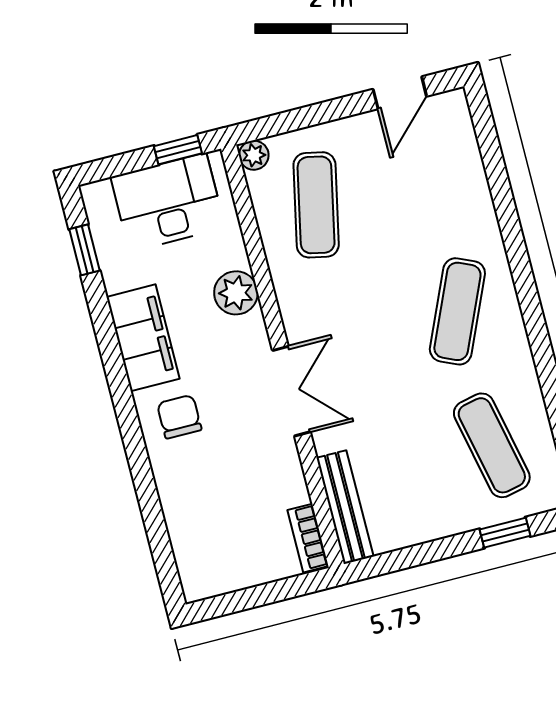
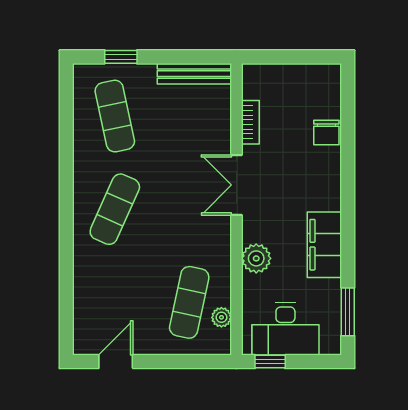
plant: (254, 155) -> (221, 317), moved
window: (84, 250) -> (348, 312), width x1.50
chair: (179, 417) -> (326, 133), moved
bench: (345, 507) -> (194, 74), moved, turned 90
bookcase: (308, 538) -> (250, 122), moved

